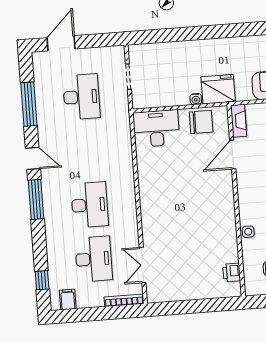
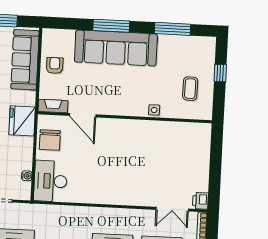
water cooler: (196, 99) -> (27, 176), moved
chair: (201, 122) -> (50, 140), turned 180
printer: (232, 272) -> (200, 201), moved, turned 90

